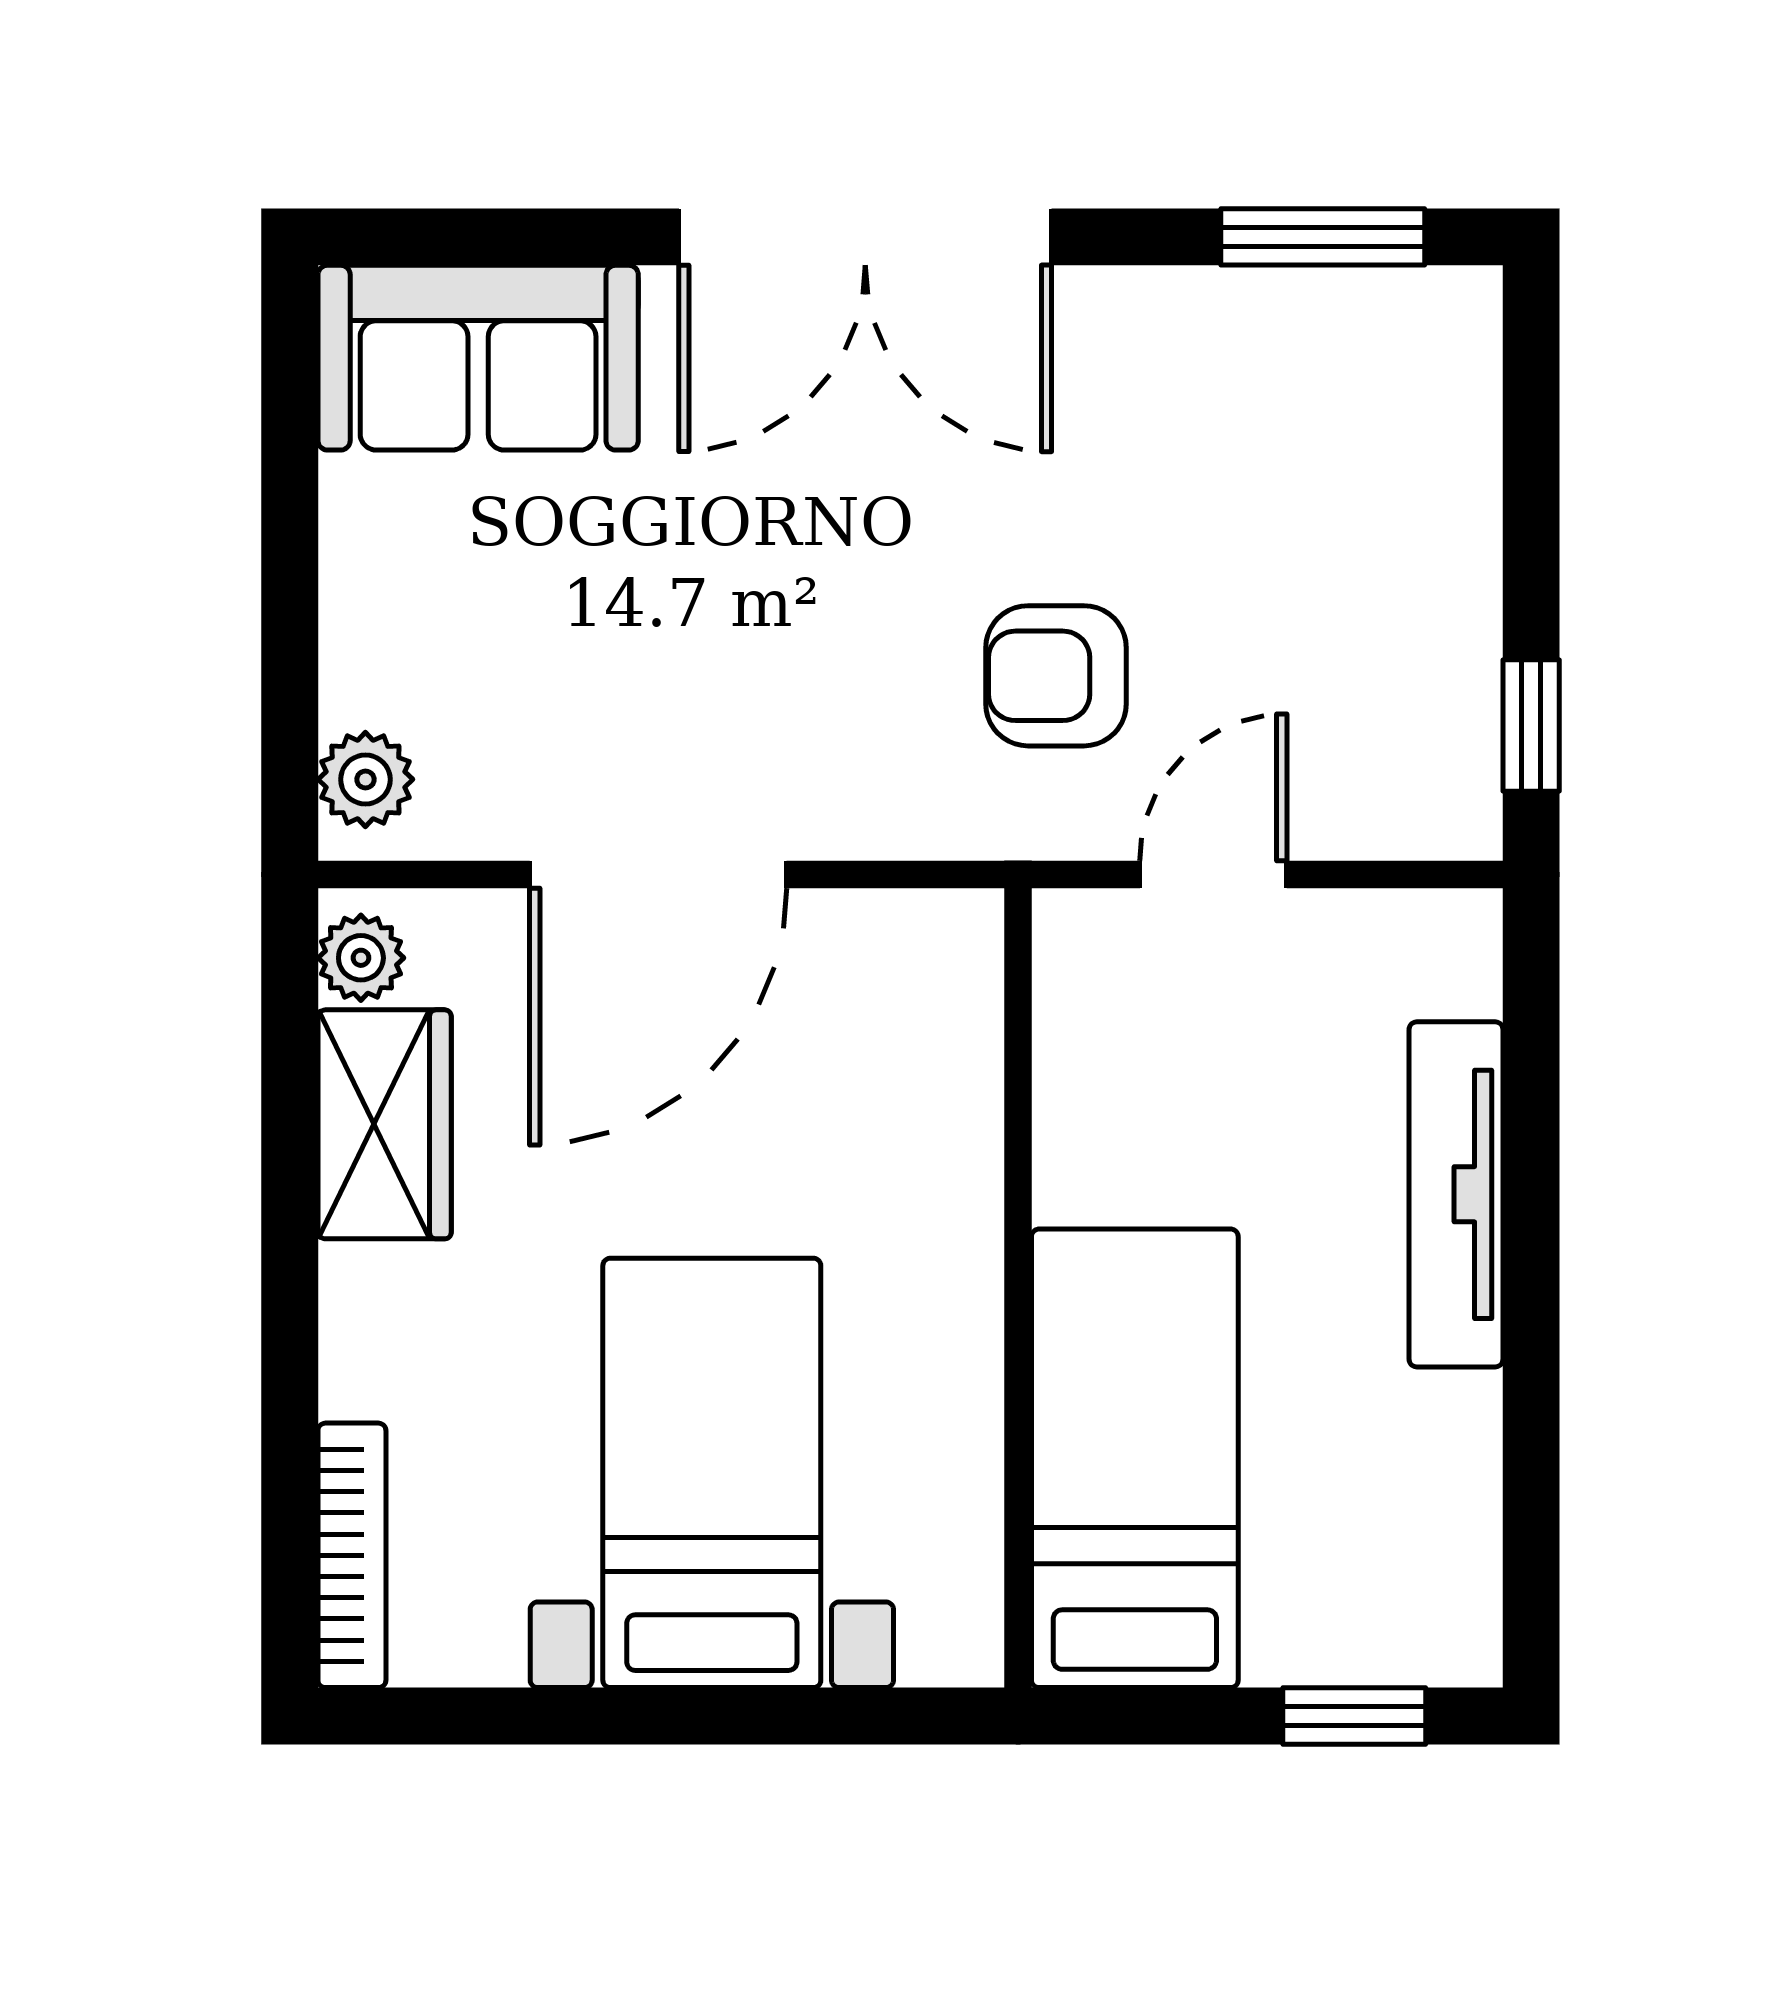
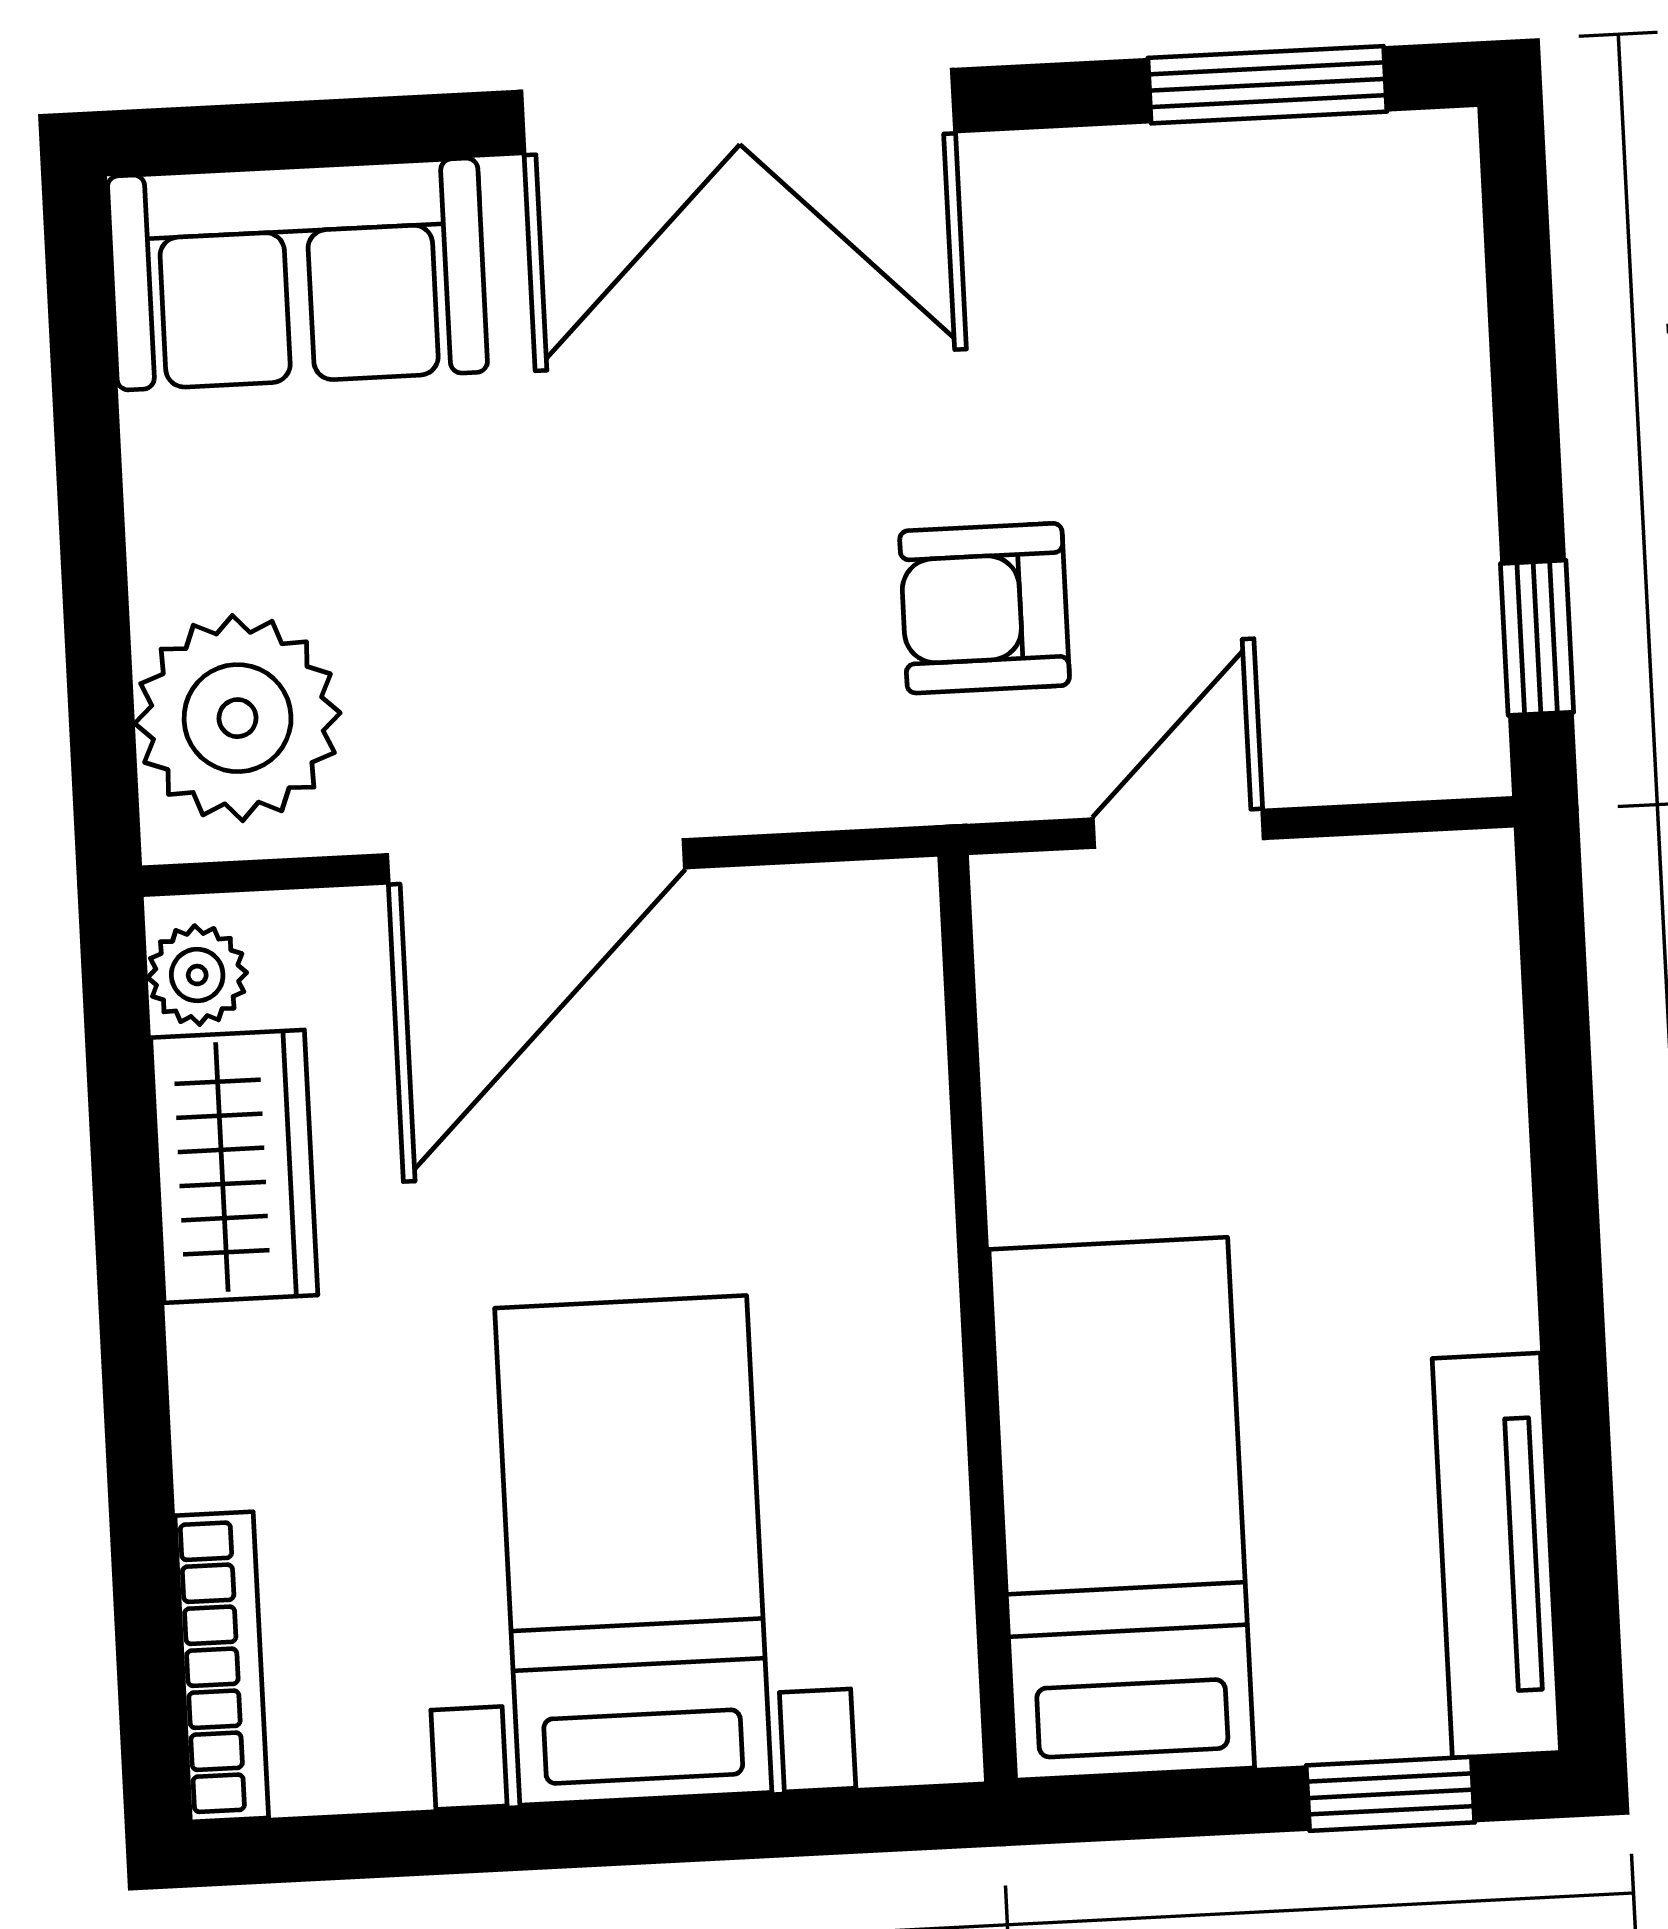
plant: (365, 779) -> (238, 718), width x1.87, depth x1.87
tv unit: (1456, 1194) -> (1496, 1555), moved

